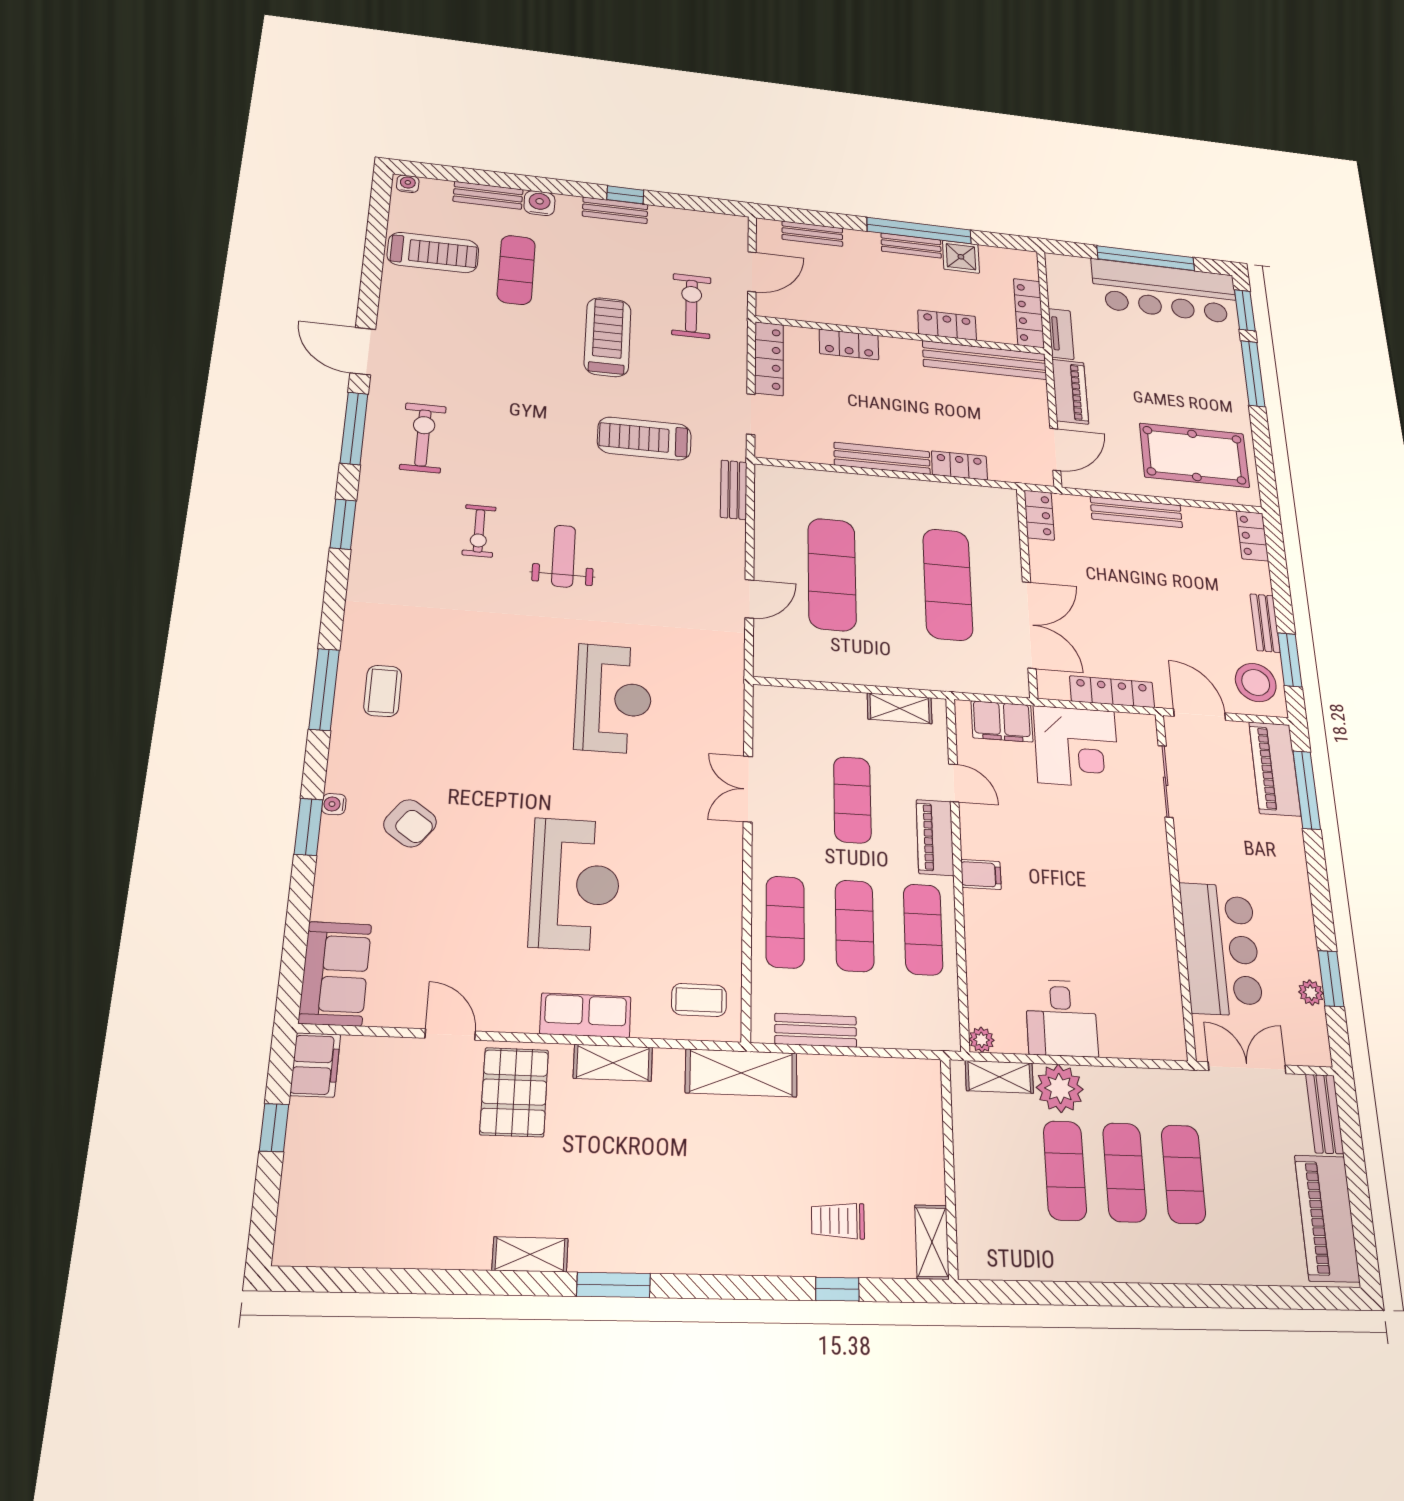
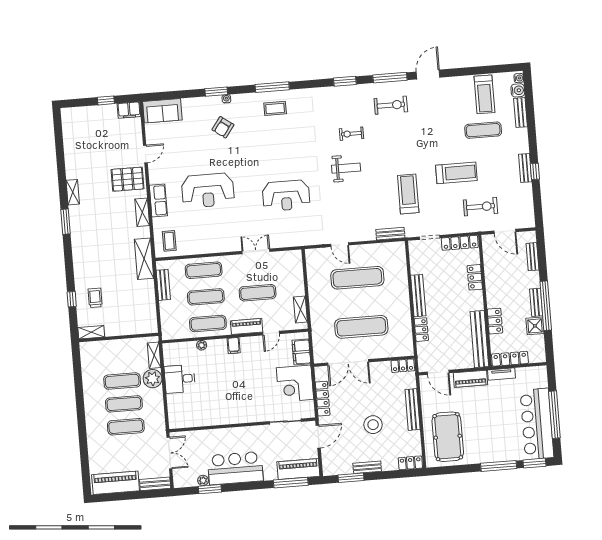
water cooler: (539, 203) -> (518, 90), moved
stool: (1256, 682) -> (373, 425), moved
bar counter: (1221, 949) -> (235, 468), moved, turned 180
plant: (982, 1040) -> (202, 345), moved

